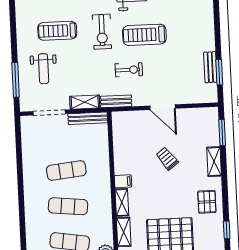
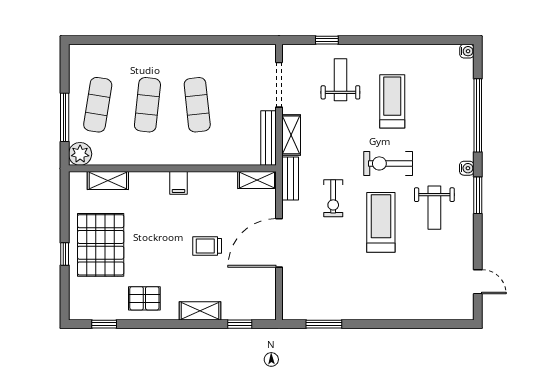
bench: (210, 67) -> (332, 312), removed
weight bench: (44, 69) -> (340, 80), turned 90
window: (16, 80) -> (327, 40), width x0.46
door: (163, 107) -> (279, 243), width x1.36
window: (222, 133) -> (240, 324), width x0.67
trolley: (167, 159) -> (207, 246), turned -143
shelving: (122, 202) -> (257, 180), moved

